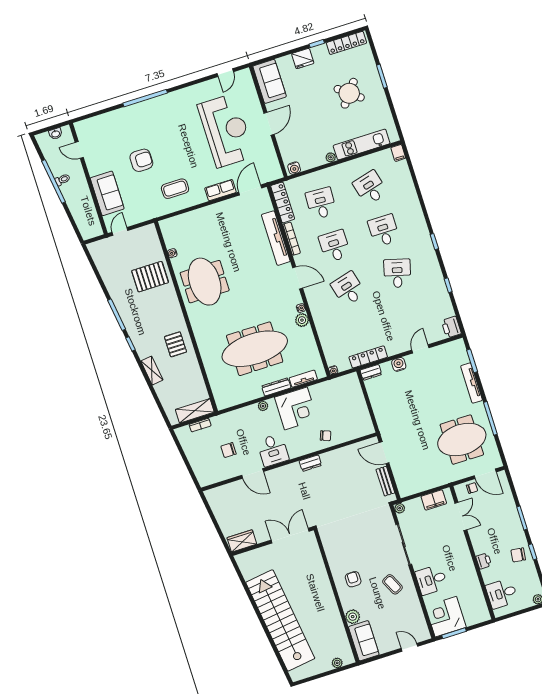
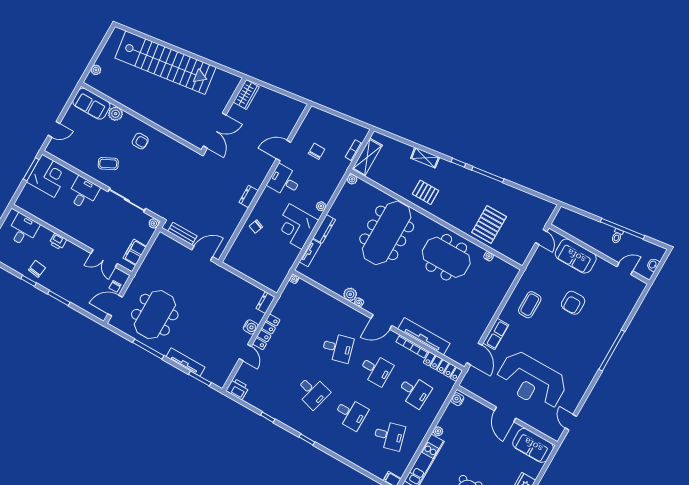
meeting table: (255, 349) -> (387, 233), moved
locker: (368, 357) -> (266, 332), moved
plant: (221, 405) -> (352, 179), added

